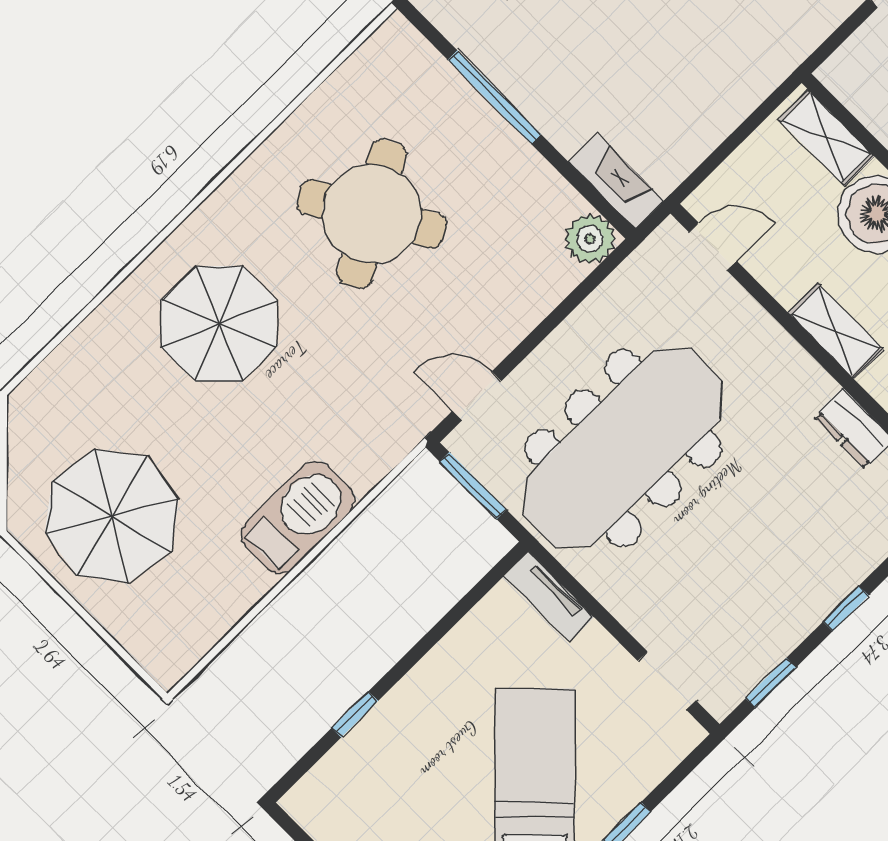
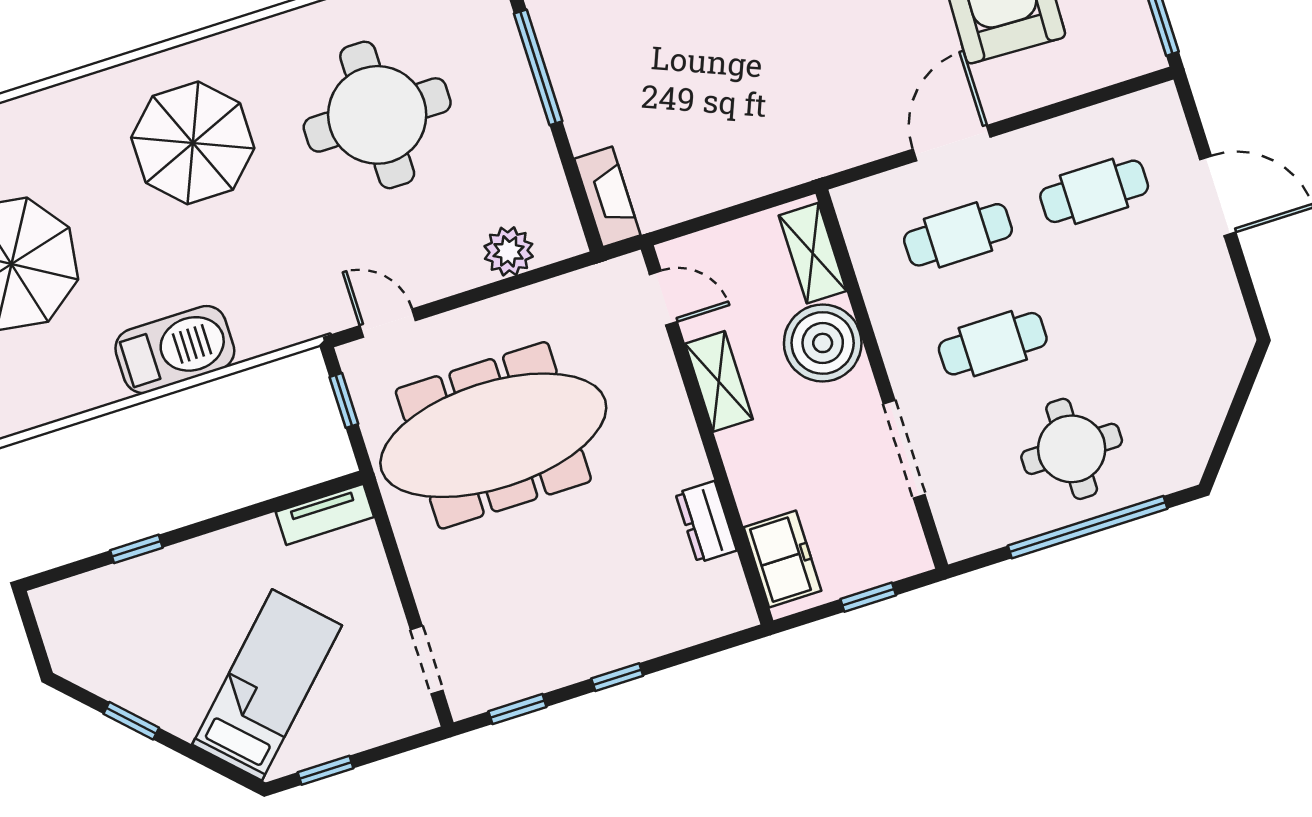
round table: (372, 214) -> (377, 115), turned 30
plant: (590, 239) -> (509, 251), moved
shelving: (836, 331) -> (719, 381), moved
window: (473, 486) -> (344, 400), width x0.67
tv unit: (549, 597) -> (325, 514), moved, turned -90

